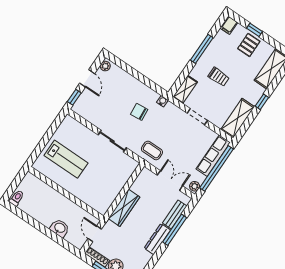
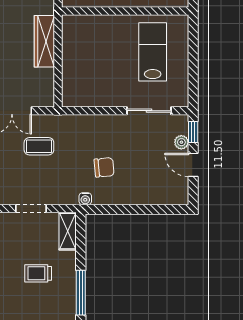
plant: (105, 66) -> (181, 142), moved
sliding door: (112, 141) -> (149, 111), moved
coffee table: (152, 150) -> (39, 146), moved
lab bench: (66, 159) -> (153, 52), turned 90

